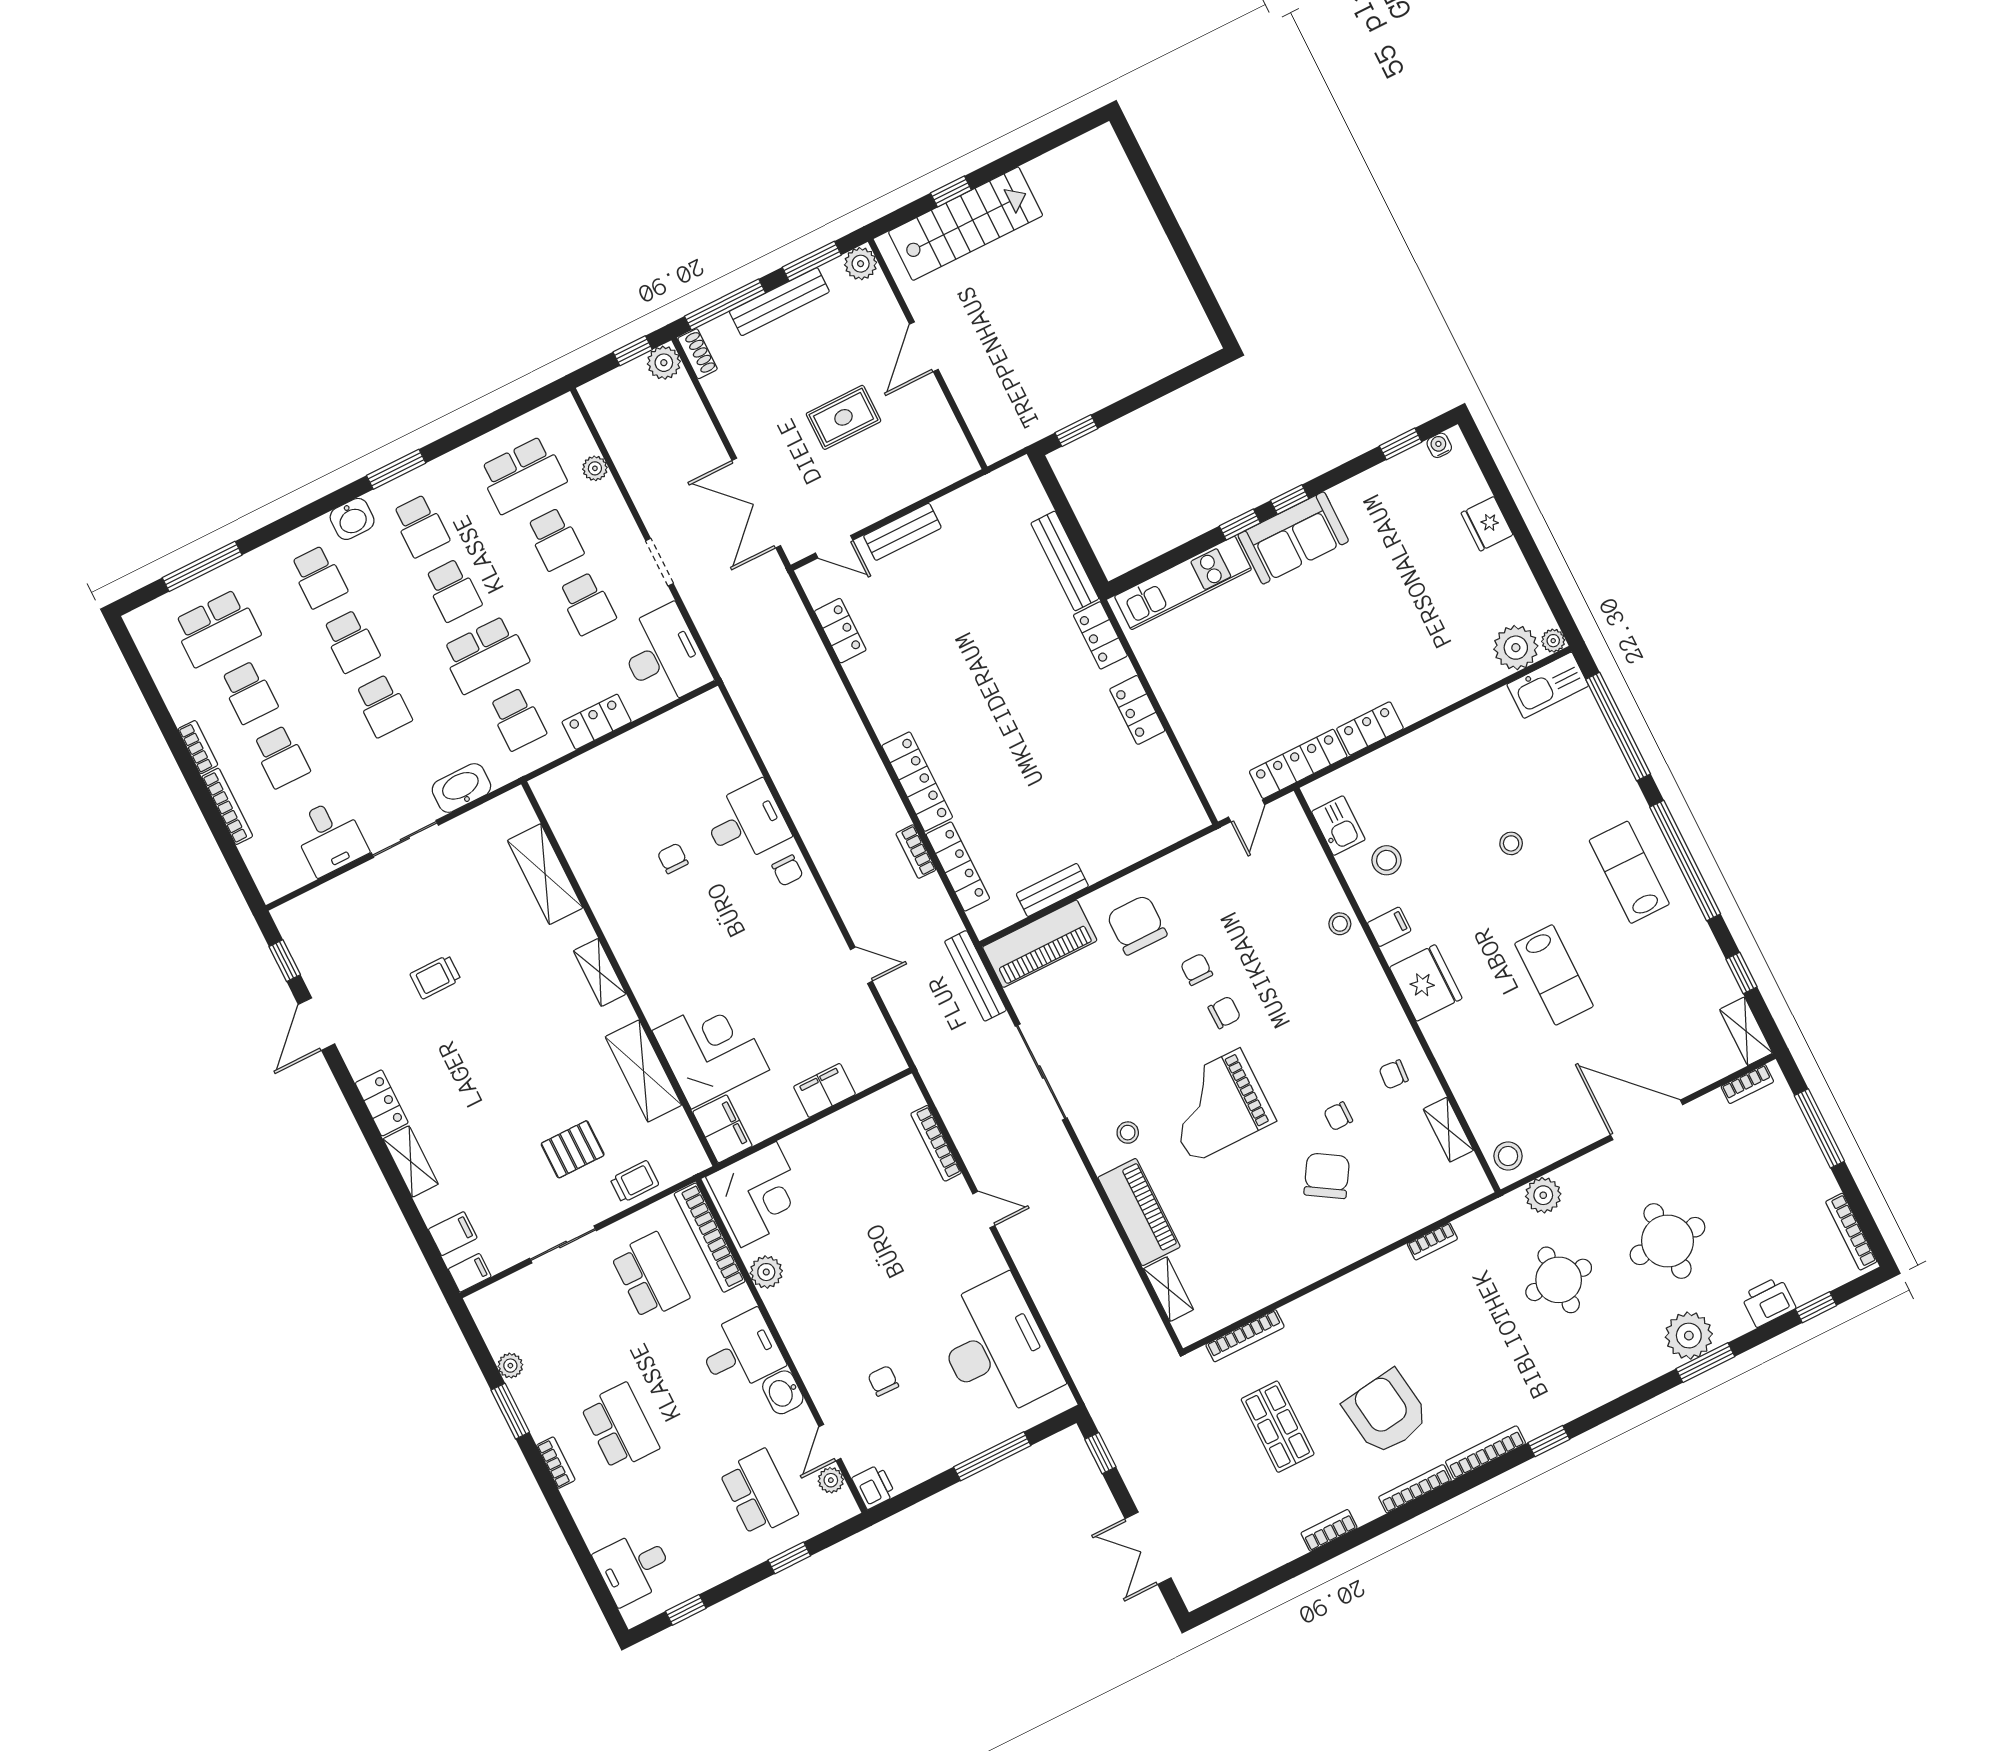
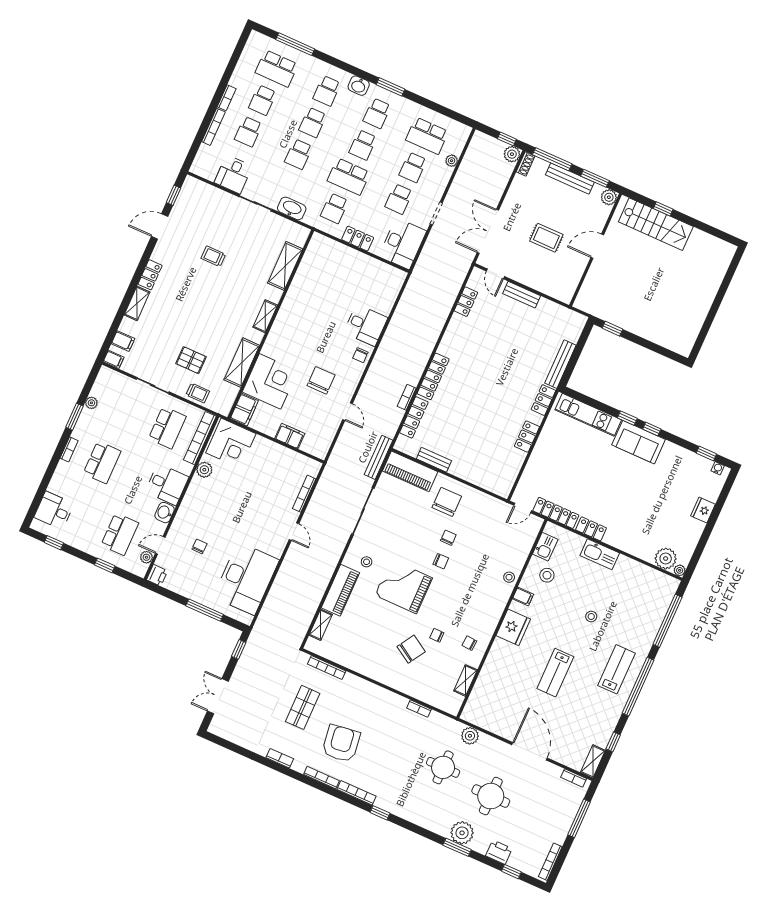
kitchen sink: (1548, 685) -> (600, 554), moved
chair: (673, 858) -> (321, 380), moved, width x1.87, depth x1.87
stool: (1508, 1156) -> (474, 711), removed

